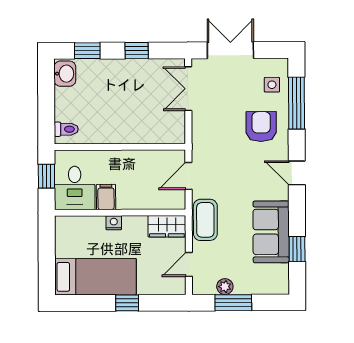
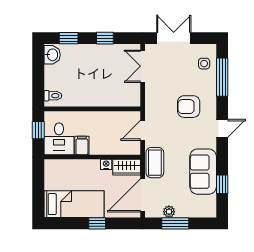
armchair: (261, 127) -> (189, 107), moved, turned -90
door: (297, 173) -> (222, 128), swing flipped
nightstand: (114, 223) -> (106, 164), moved
door: (189, 264) -> (143, 195), width x1.87

